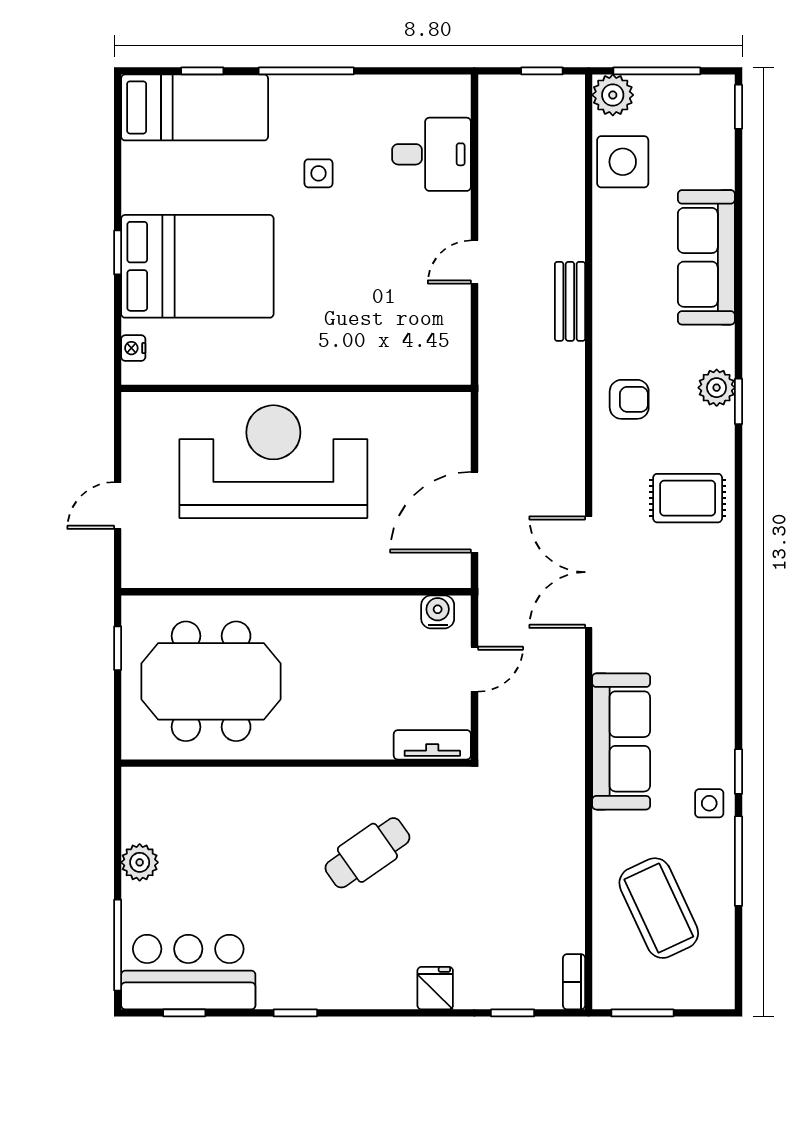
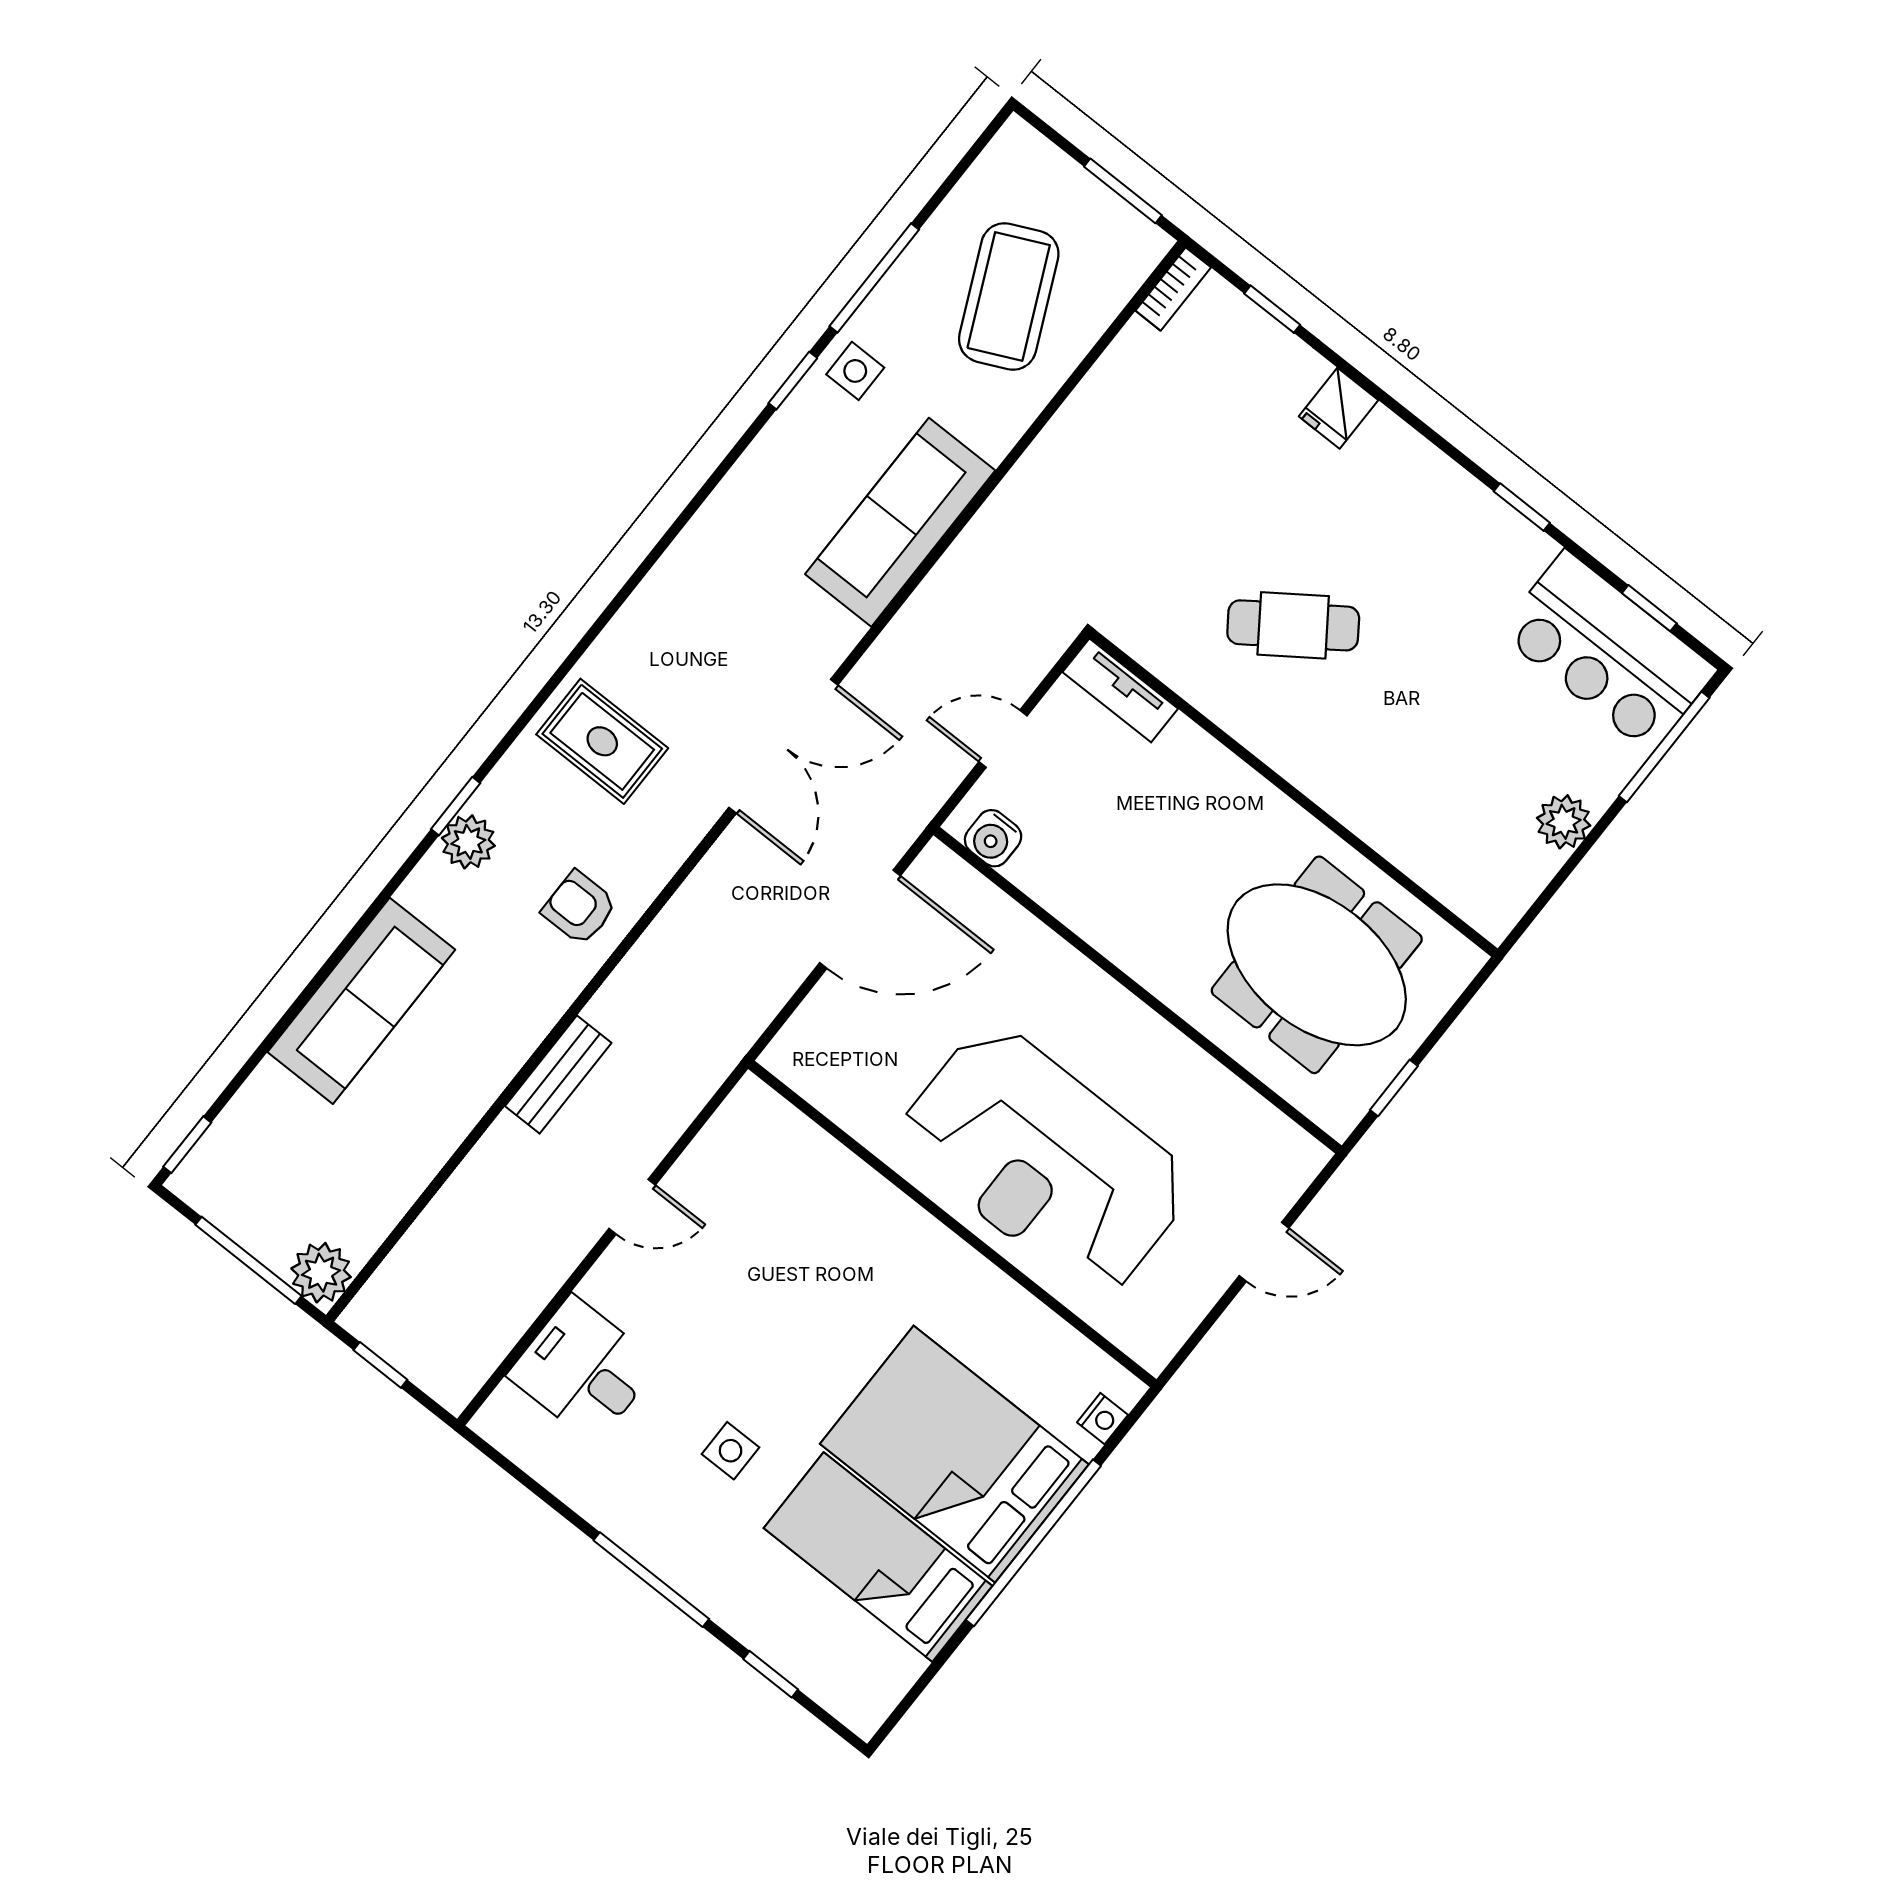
bed: (195, 107) -> (878, 1557), moved
side table: (623, 162) -> (370, 1187), removed
window: (118, 252) -> (1033, 1543), width x3.17

